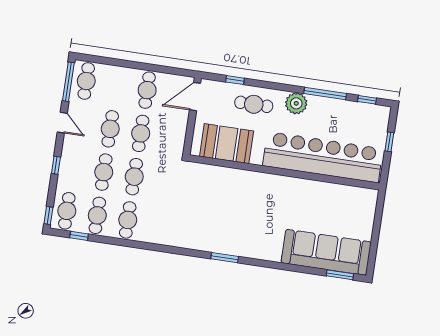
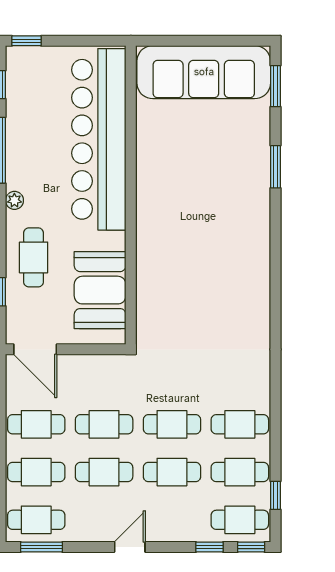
window: (68, 82) -> (41, 547), width x0.69
cafe table: (117, 86) -> (36, 472), added
plant: (296, 103) -> (14, 200), width x0.53, depth x0.53
door: (62, 123) -> (130, 547), moved
window: (389, 142) -> (27, 41), moved
window: (56, 165) -> (209, 547), moved
sofa: (326, 252) -> (204, 72), moved, turned -90
window: (225, 258) -> (275, 167), moved

